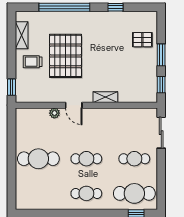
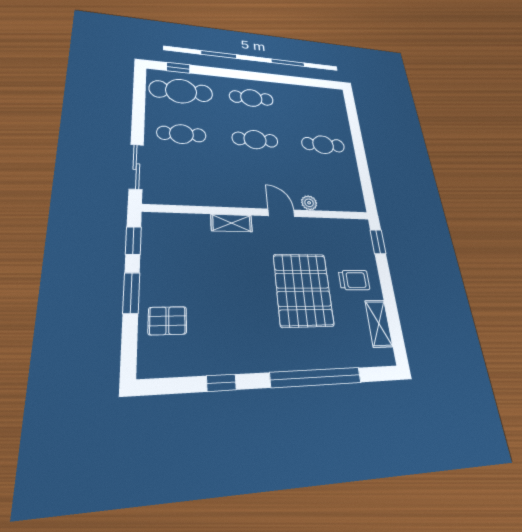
cafe table: (38, 159) -> (323, 145), width x0.73, depth x0.74

